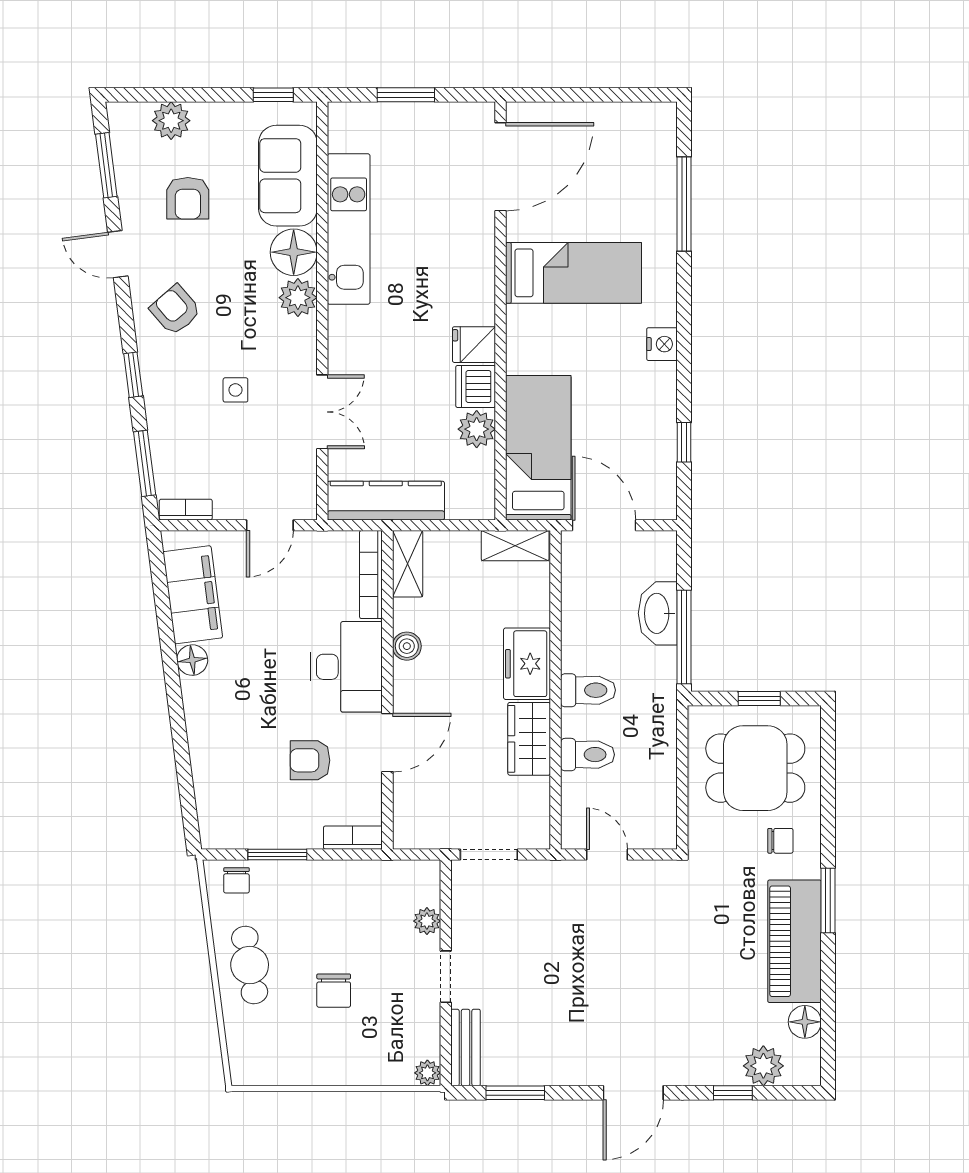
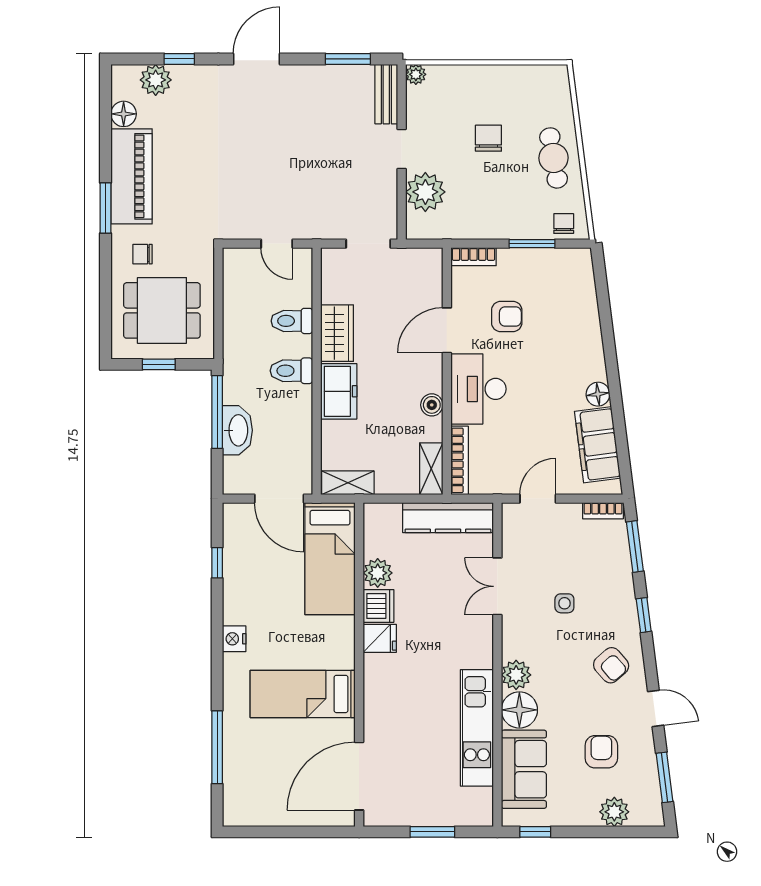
plant: (427, 921) -> (425, 192), width x1.88, depth x1.88

